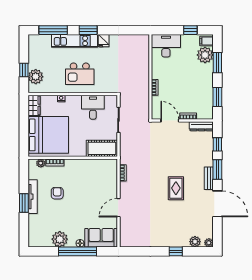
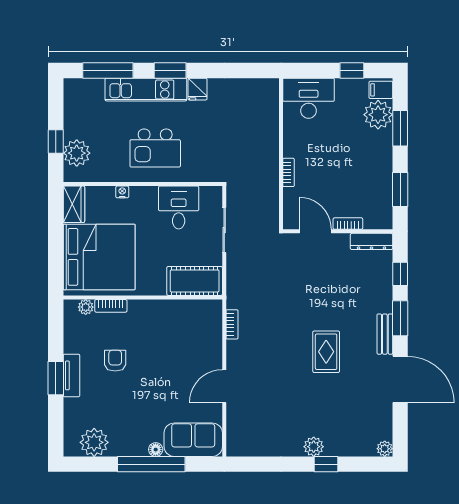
tv unit: (33, 197) -> (71, 375), width x0.71
plant: (60, 239) -> (94, 442), moved
plant: (195, 242) -> (314, 447), moved

